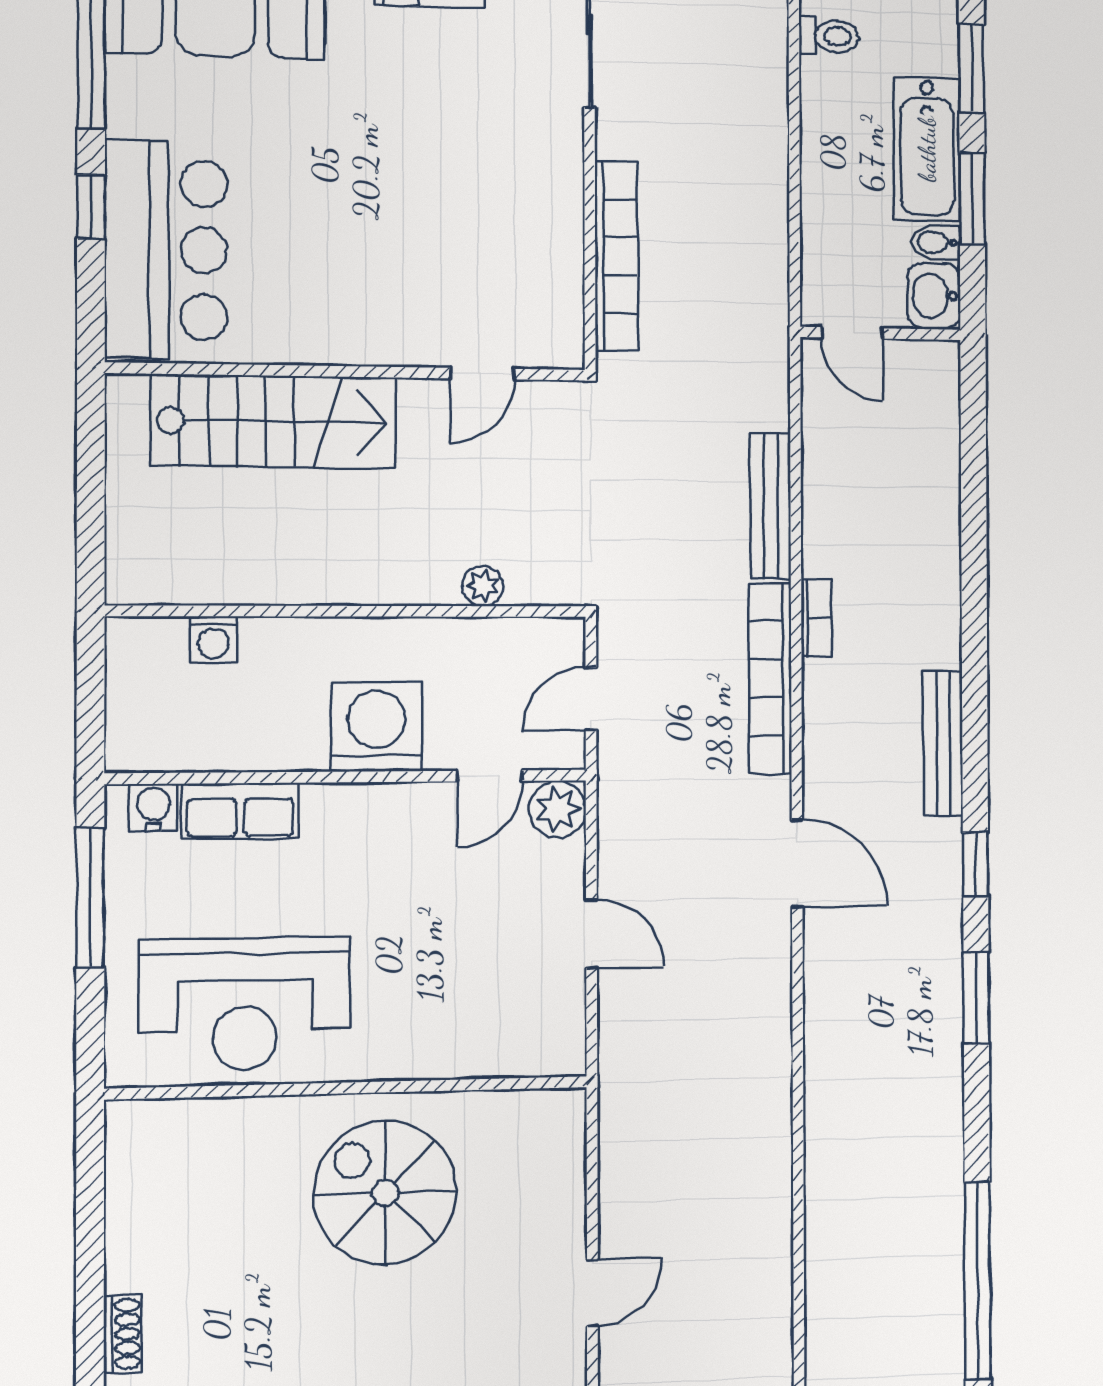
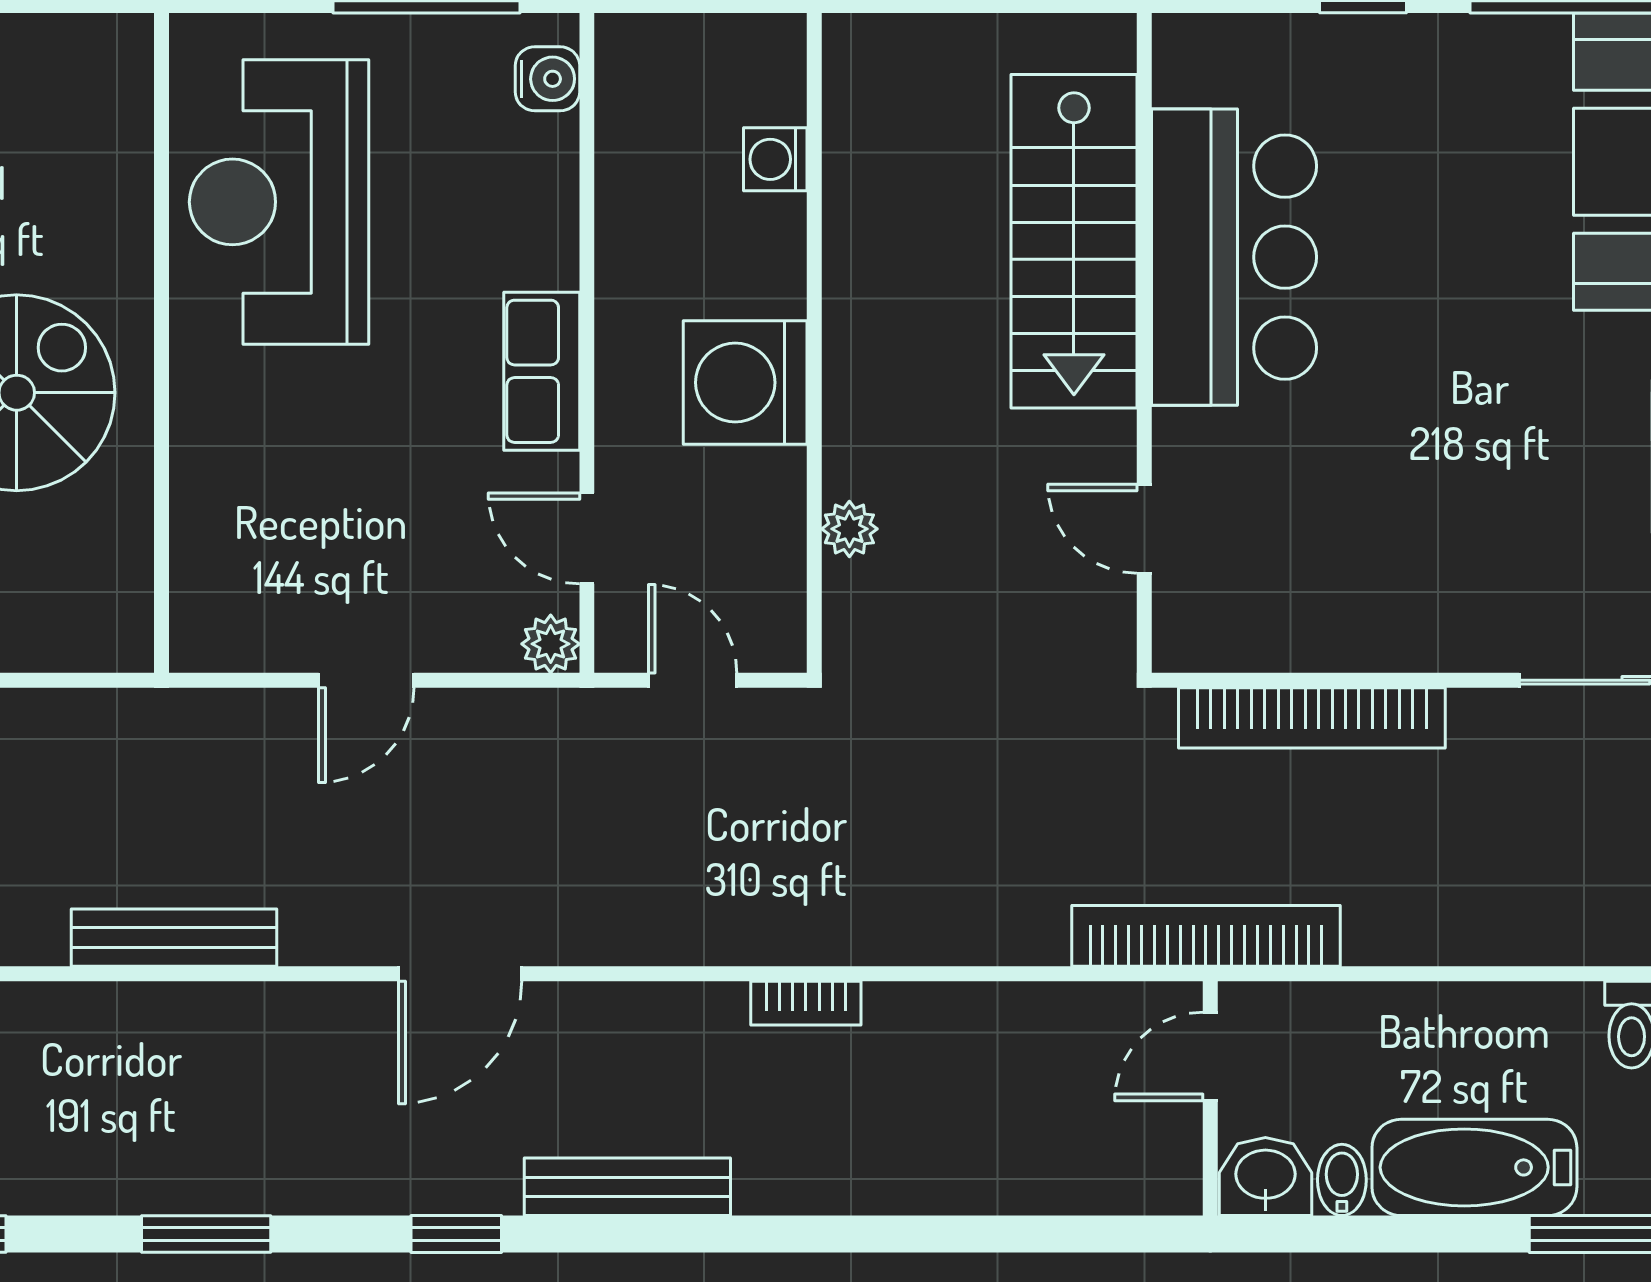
window: (972, 199) -> (1406, 1234), removed
bar counter: (166, 250) -> (1234, 257), moved, turned -90
bench: (771, 506) -> (174, 938), moved
bookcase: (770, 678) -> (1206, 936), moved
washing machine: (376, 726) -> (745, 383), moved, turned 180
plant: (558, 809) -> (551, 644), width x0.73, depth x0.73
row of seats: (240, 811) -> (542, 371), moved
window: (976, 998) -> (206, 1234), moved

